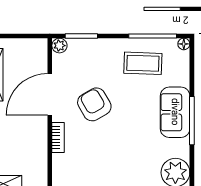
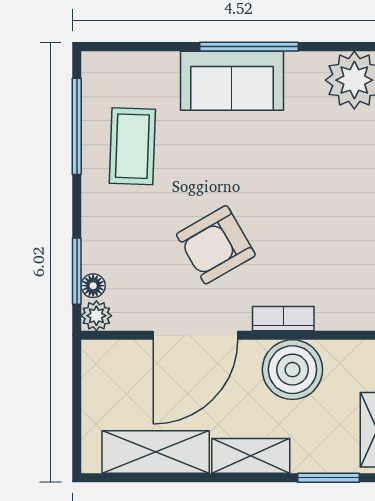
floor lamp: (184, 44) -> (93, 286), moved
door: (50, 94) -> (195, 335), hinge flipped
boiler: (33, 142) -> (292, 370), added

